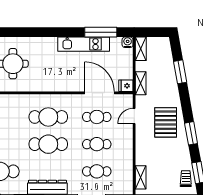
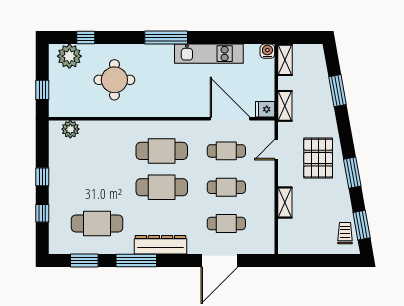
window: (101, 32) -> (166, 38), moved
shelving: (141, 177) -> (285, 202), moved

